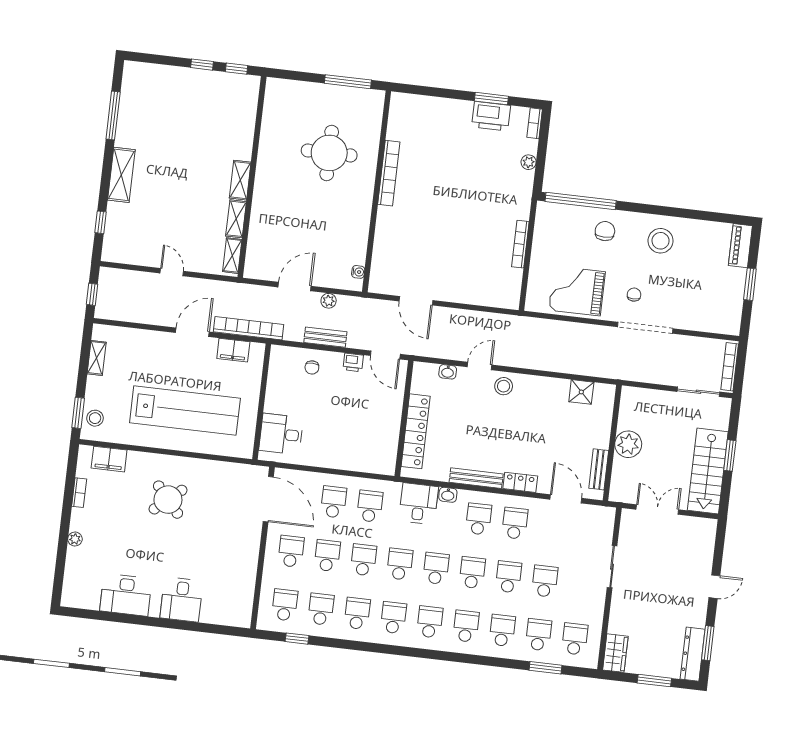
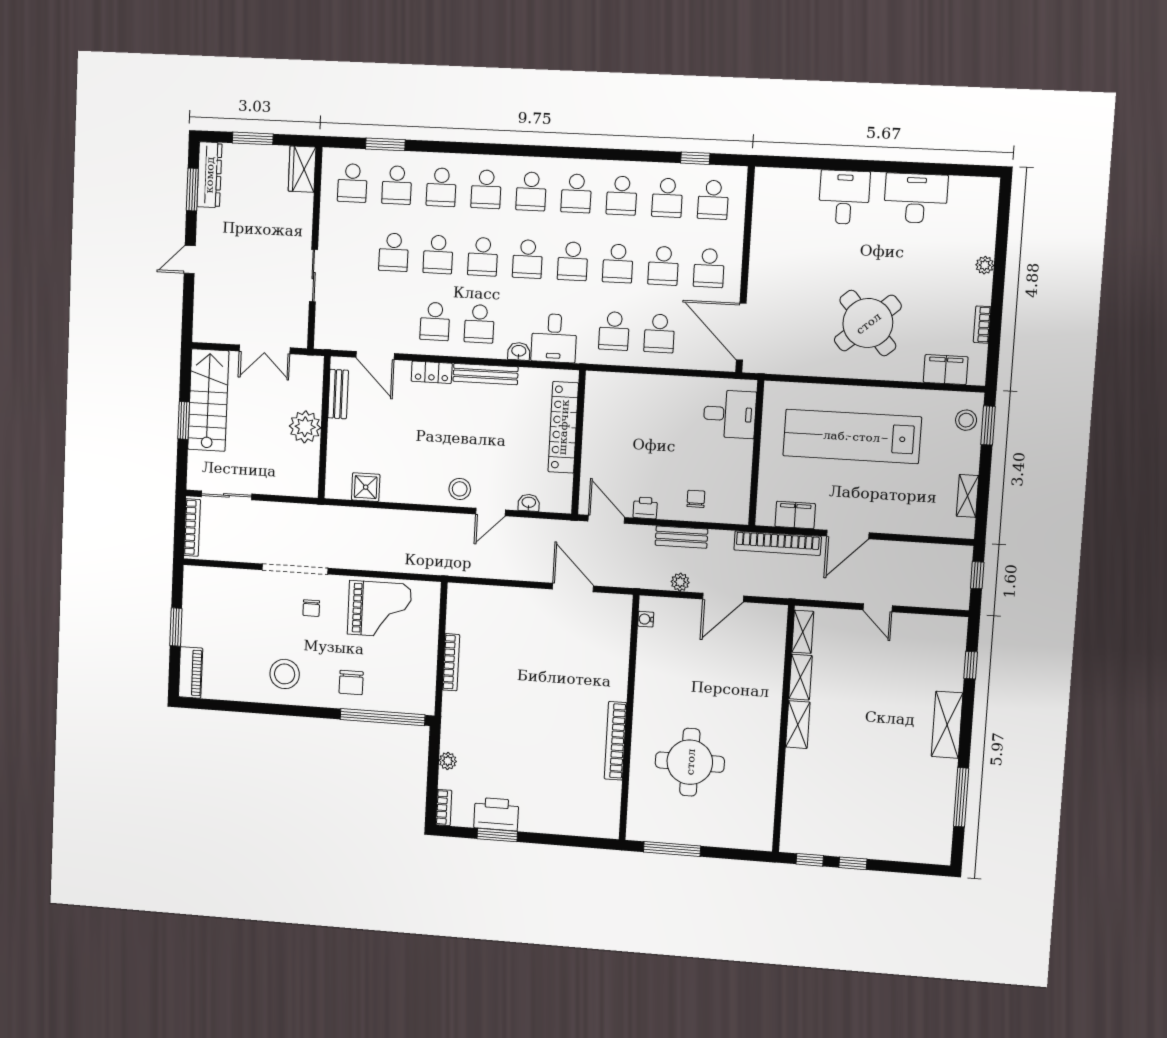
round table: (168, 500) -> (868, 323), width x1.36, depth x1.36

